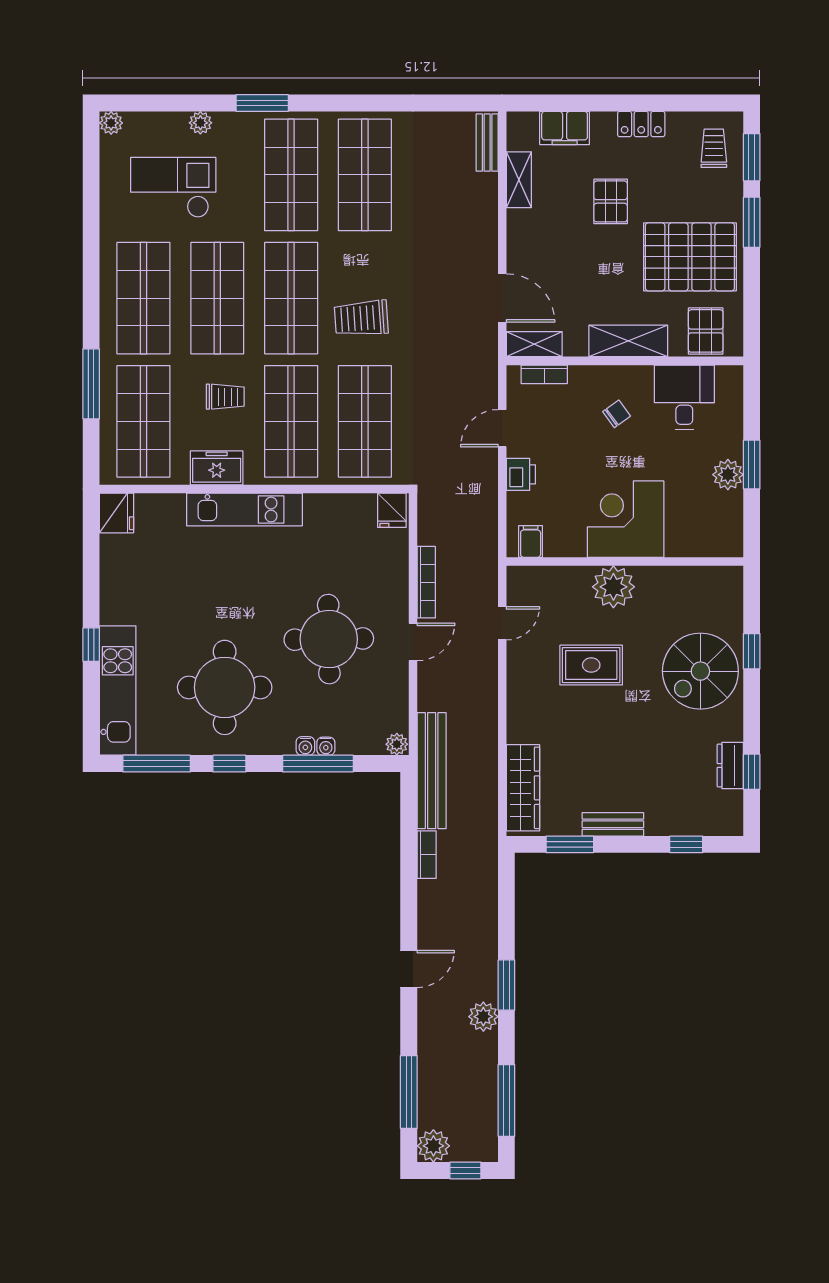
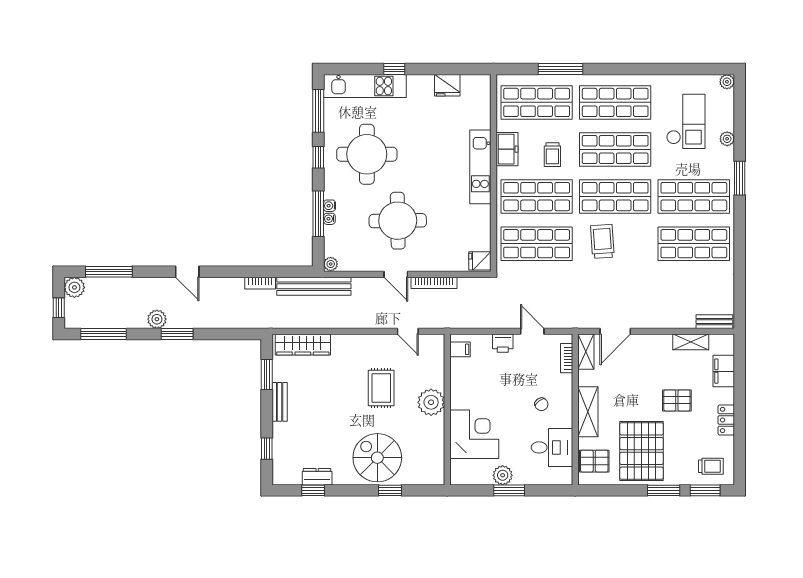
fridge: (117, 513) -> (447, 85), moved
corner desk: (626, 519) -> (474, 434), moved

